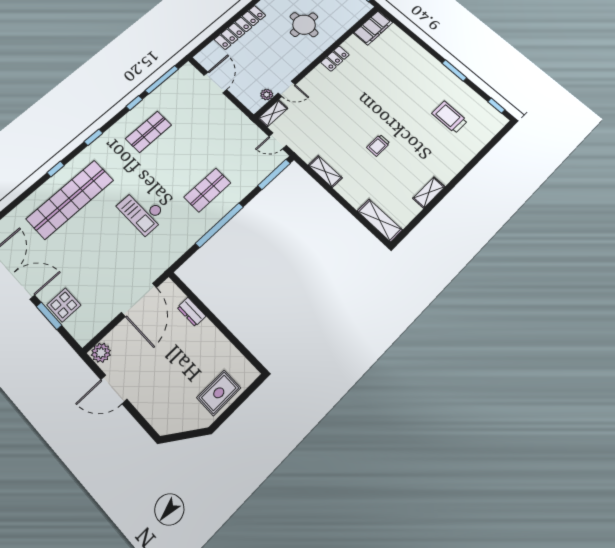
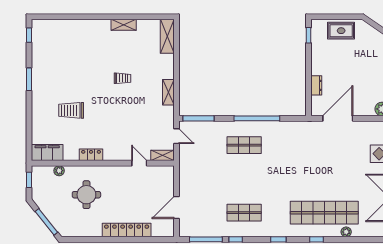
plant: (267, 95) -> (59, 171), moved
trolley: (450, 117) -> (71, 110), moved, turned 90
plant: (32, 201) -> (346, 232), added
checkout: (142, 211) -> (291, 168), removed
window: (248, 355) -> (308, 35), added

